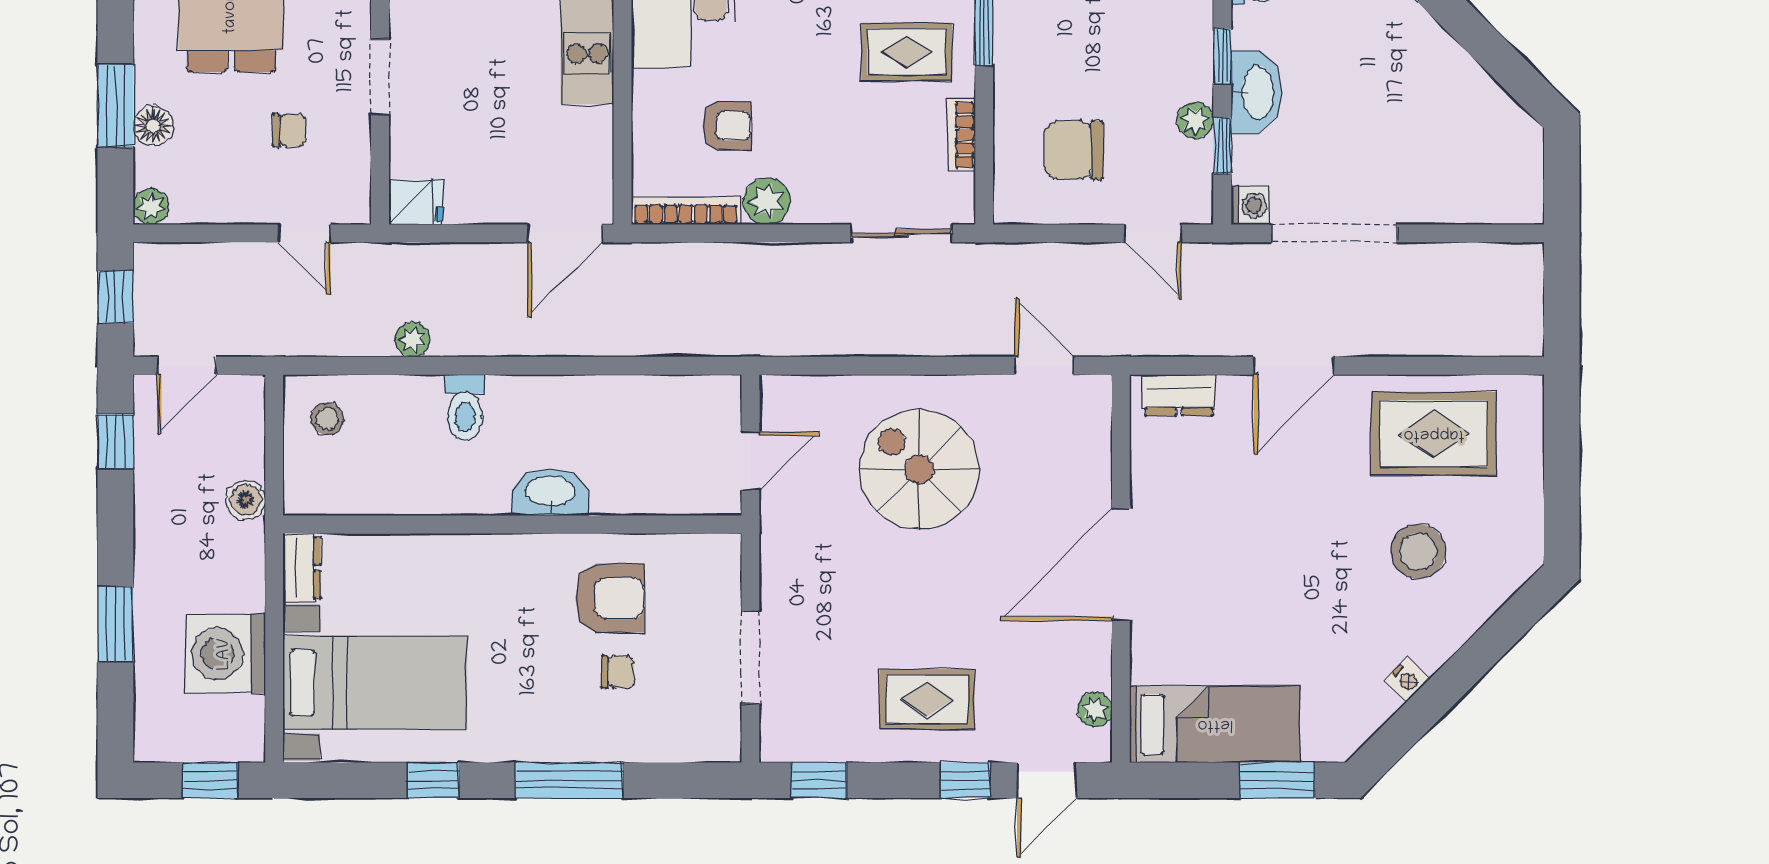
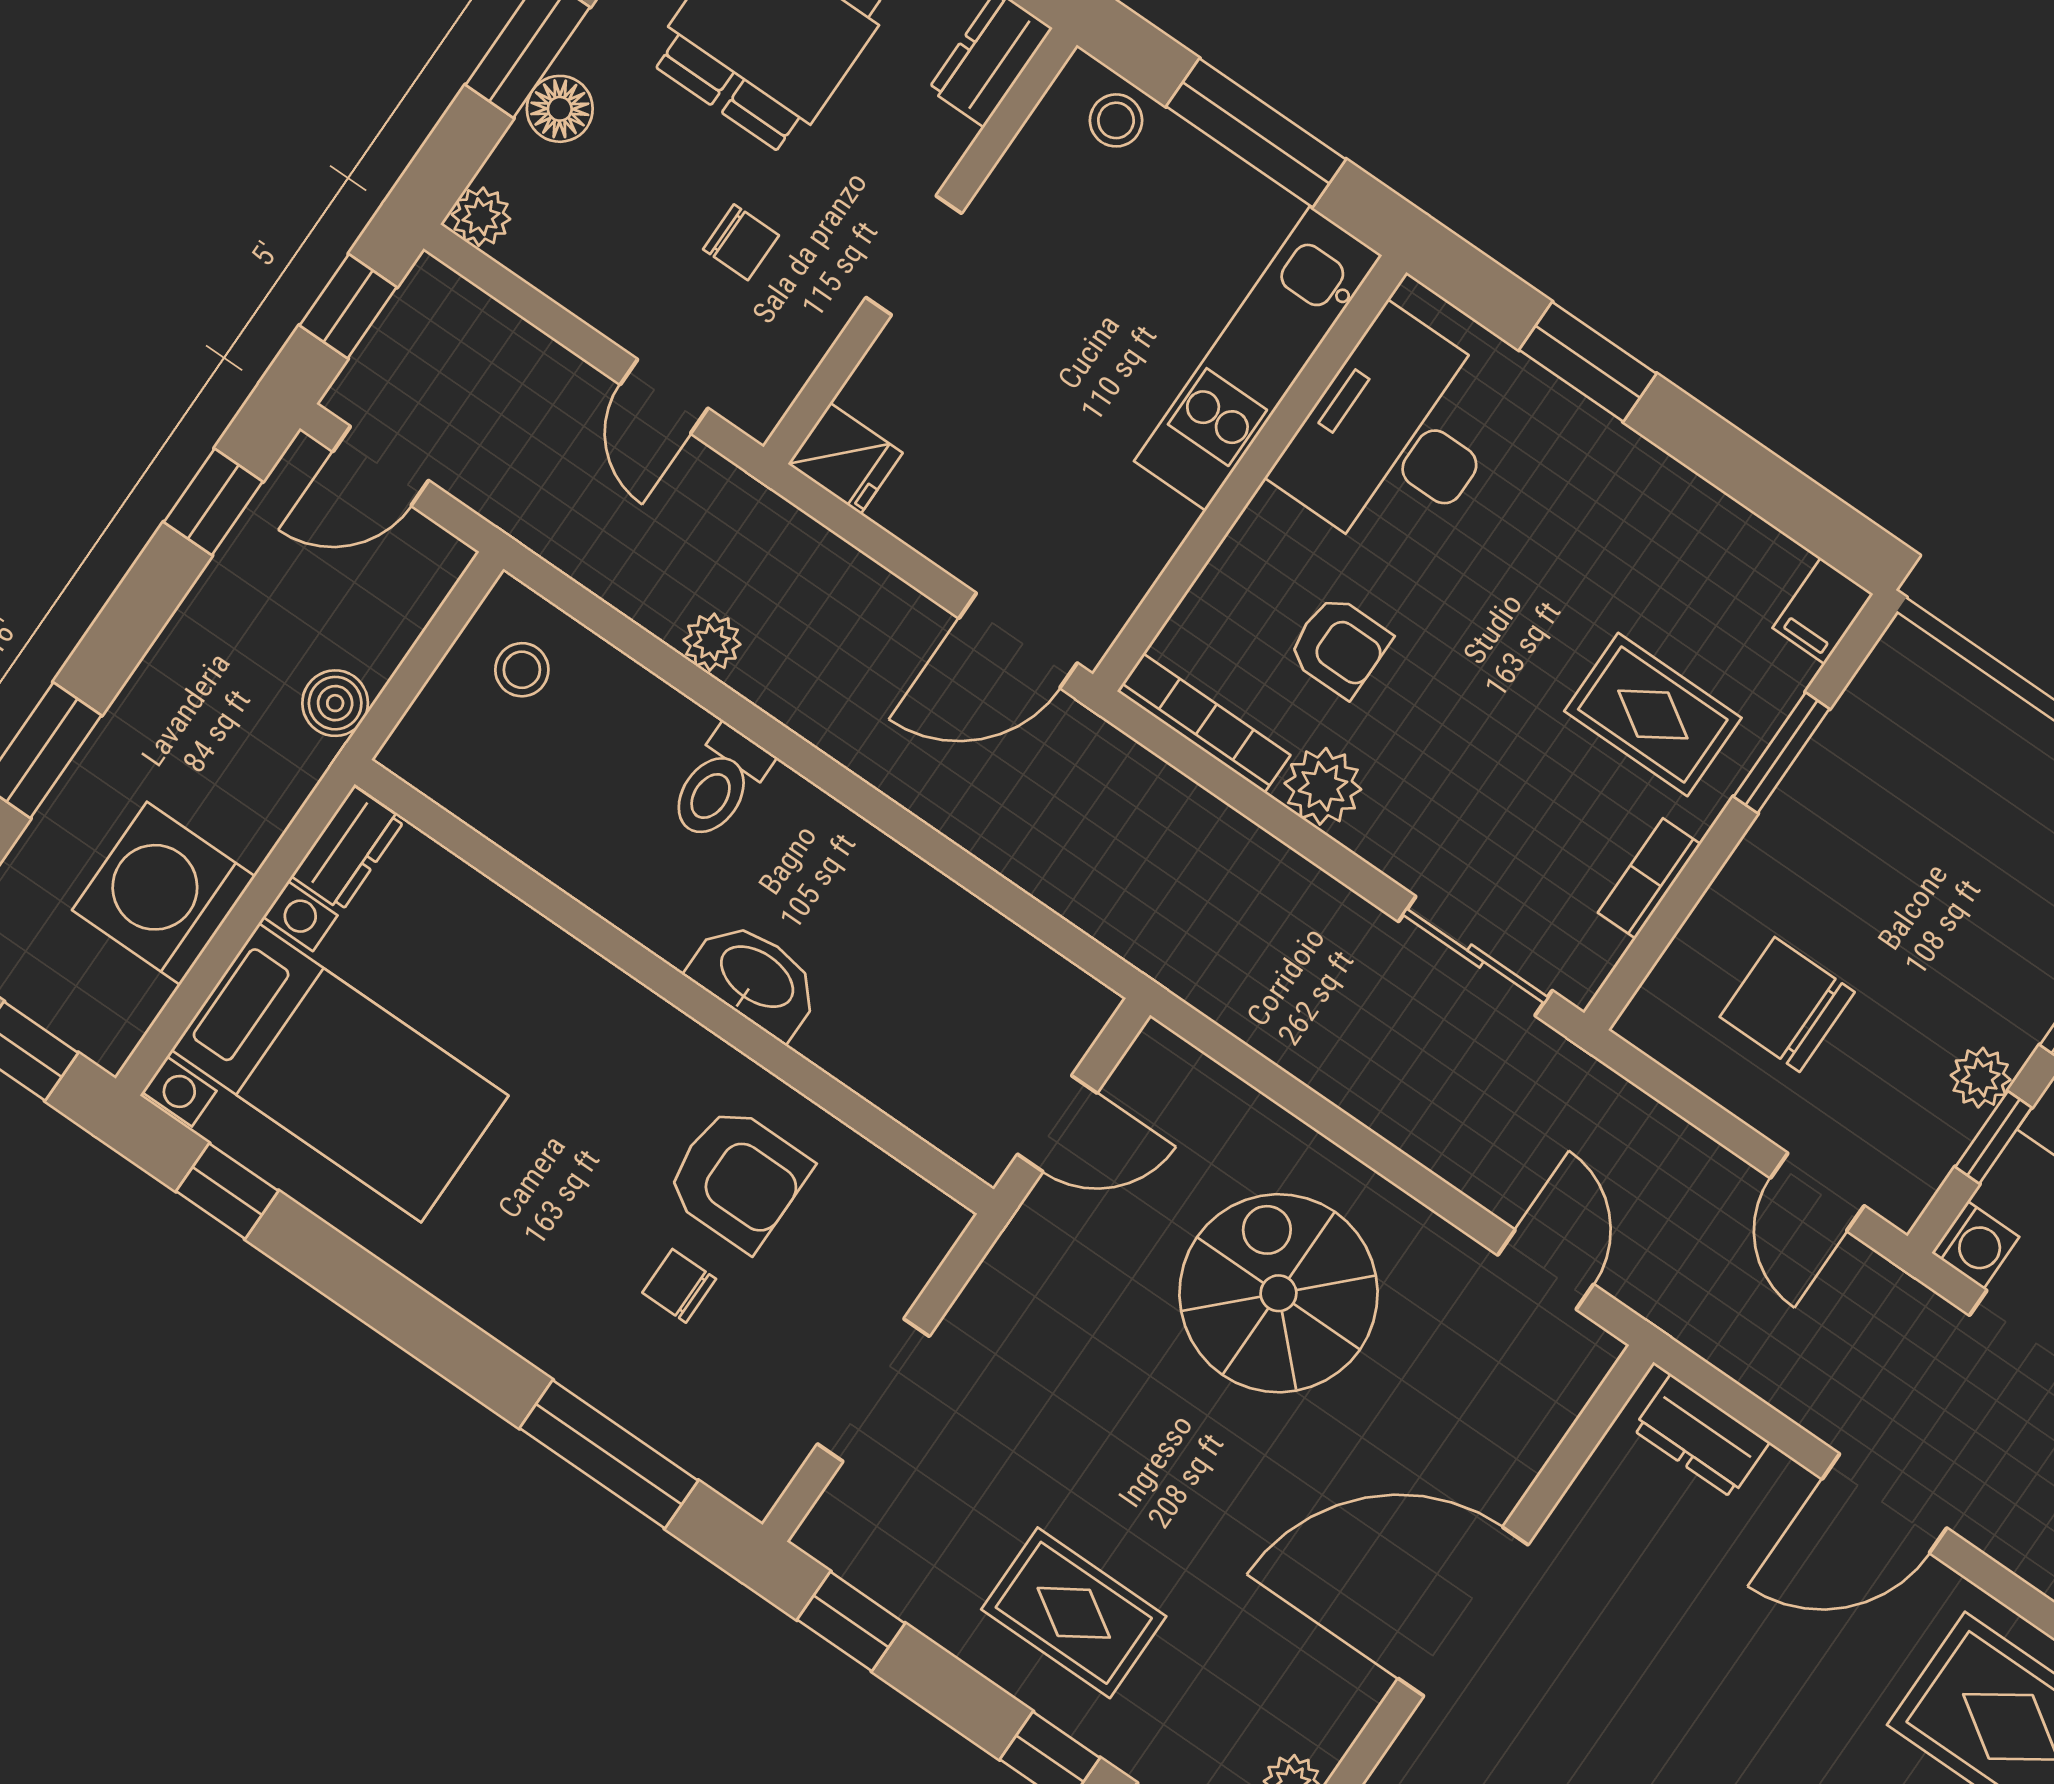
chair: (618, 672) -> (679, 1286), turned 180
window: (433, 780) -> (227, 1191), moved
window: (569, 780) -> (609, 1454), moved

